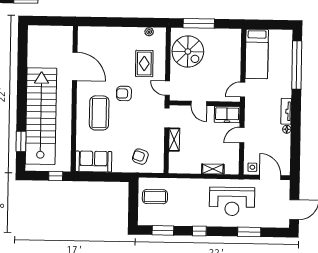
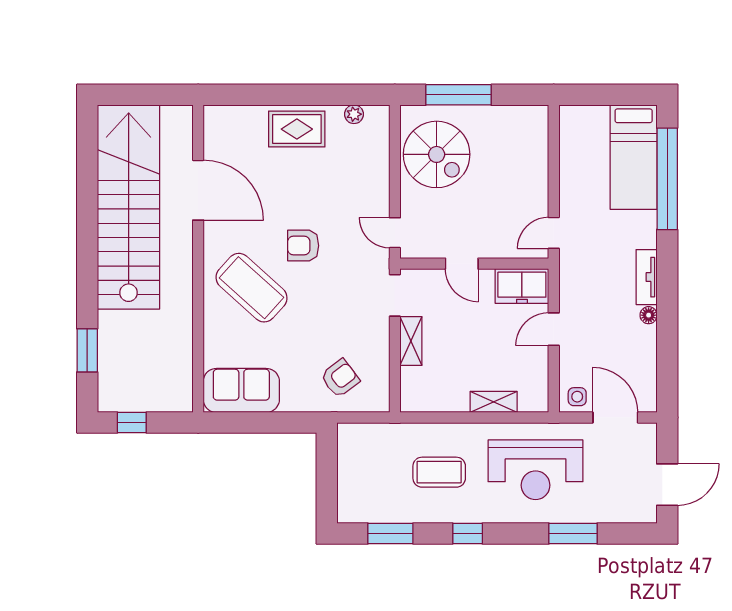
bed: (257, 54) -> (634, 157), moved
rug: (144, 63) -> (297, 129), moved, turned 90
coffee table: (99, 113) -> (251, 288), turned -48
stairs: (41, 116) -> (129, 207), moved
armchair: (140, 157) -> (340, 378), turned 125
window: (56, 176) -> (132, 423), moved
coffee table: (155, 197) -> (439, 472), moved

